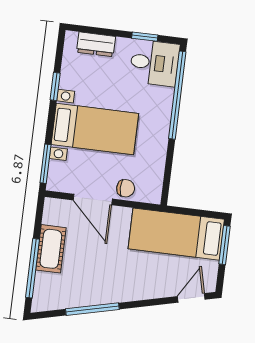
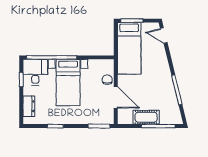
bed with nightstands: (95, 129) -> (68, 82), moved, turned 180
door: (93, 199) -> (116, 97), hinge flipped

